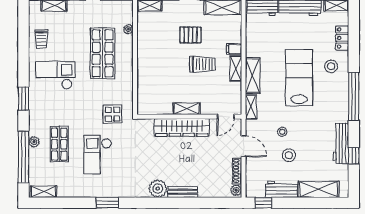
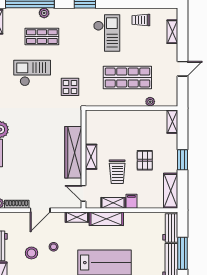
shelving: (187, 109) -> (91, 157), moved
wall: (189, 117) -> (83, 159), moved
door: (226, 117) -> (83, 193), moved
wardrobe: (182, 127) -> (73, 152), moved

